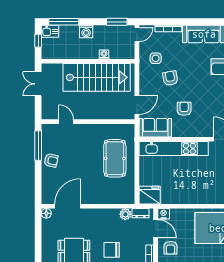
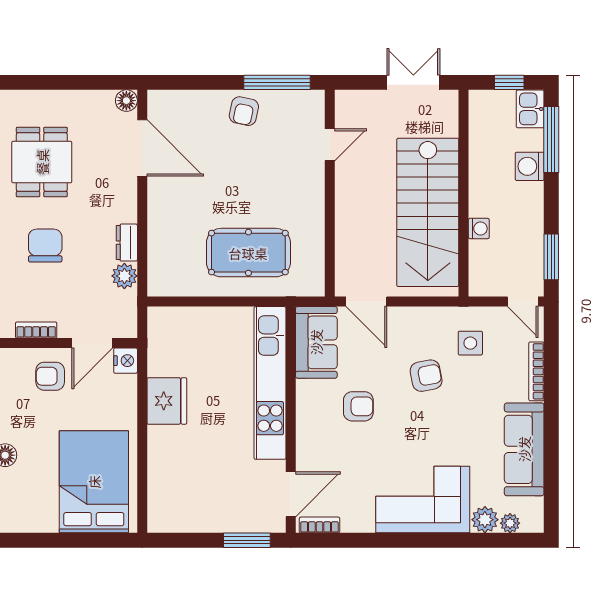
washing machine: (86, 32) -> (530, 166), moved
fridge: (150, 195) -> (167, 401), moved
dresser: (140, 213) -> (127, 243), moved

